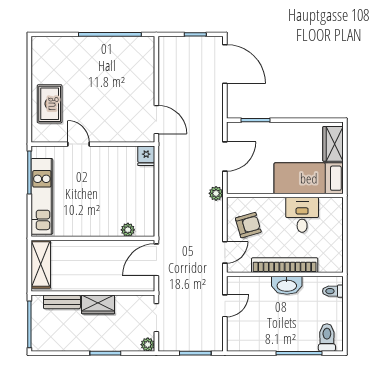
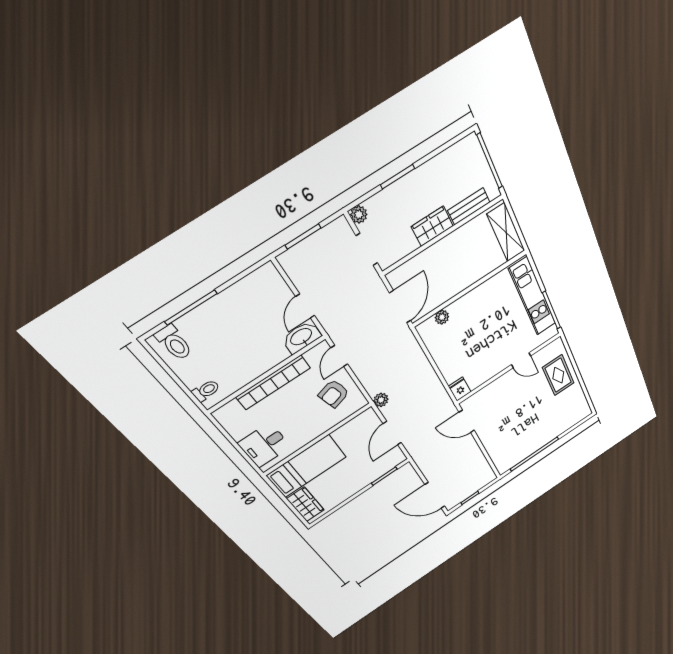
desk: (302, 215) -> (265, 445), moved, turned 90
washbasin: (287, 285) -> (301, 337), moved

